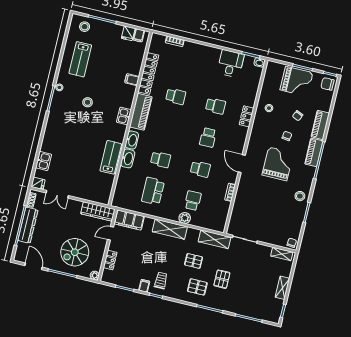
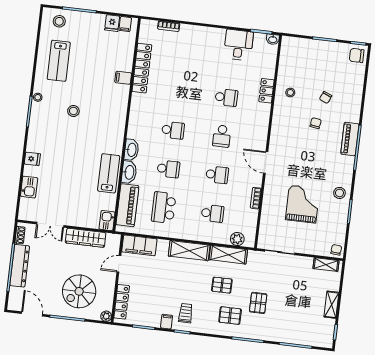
grand piano: (296, 81) -> (319, 57), removed
school desk: (176, 96) -> (173, 130), moved
piano: (141, 112) -> (127, 205), moved
kitchen sink: (124, 116) -> (107, 221), moved
locker: (247, 116) -> (267, 91), moved
piano: (320, 125) -> (354, 105), removed
grand piano: (278, 164) -> (303, 204), moved
fridge: (38, 183) -> (32, 159), moved
school desk: (193, 201) -> (213, 213), turned 90
wardrobe: (98, 212) -> (86, 238), moved
plant: (185, 218) -> (237, 239), moved
shelving: (215, 239) -> (228, 255), moved
locker: (110, 260) -> (122, 302), width x1.53

